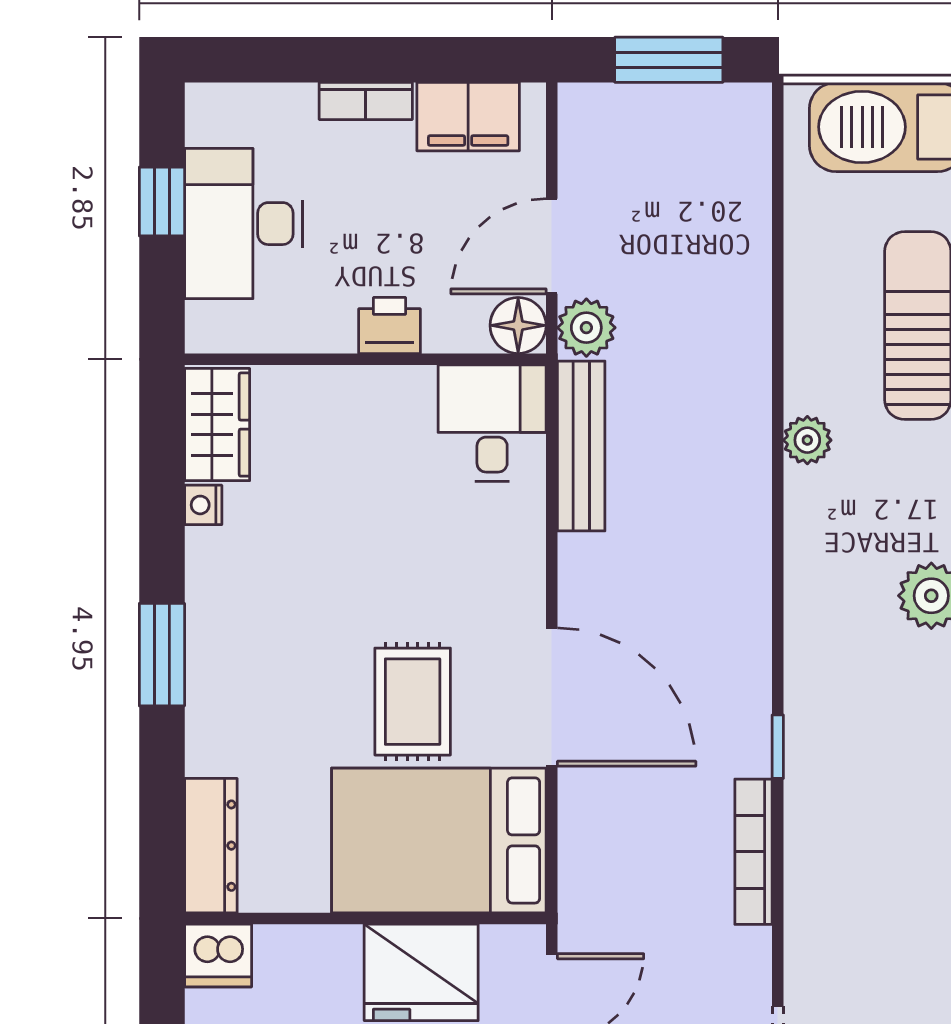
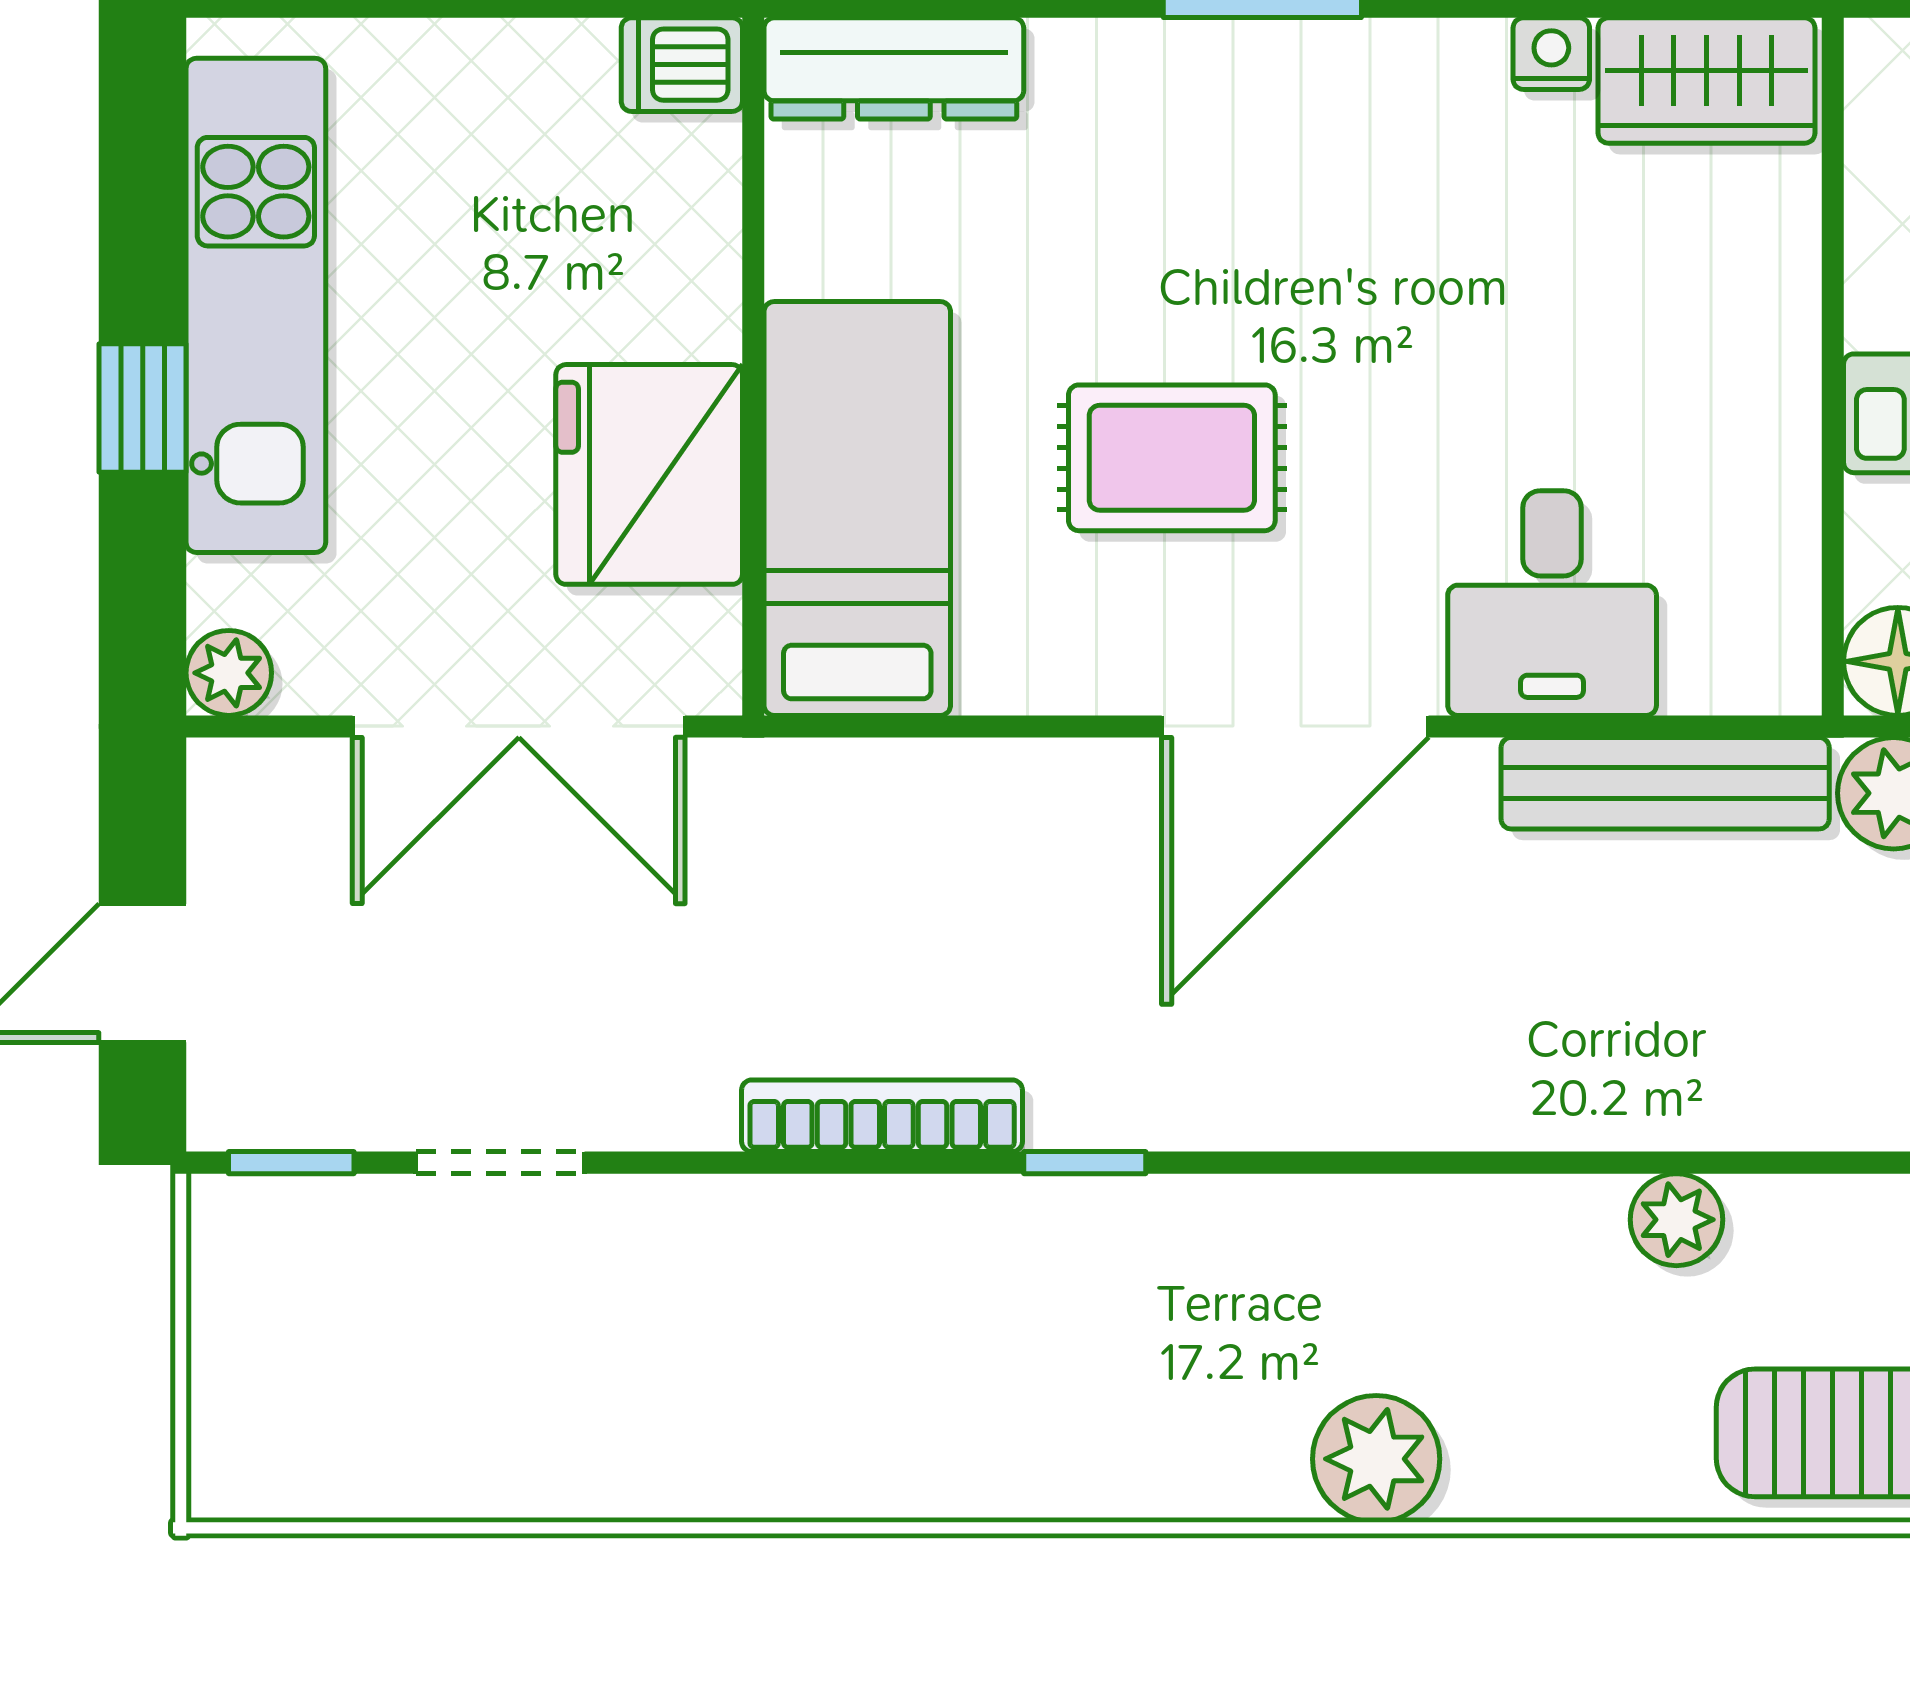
desk: (492, 423) -> (1552, 603), moved, turned 90
door: (552, 697) -> (1295, 726), moved
bed: (439, 840) -> (857, 508), width x0.67
dishwasher: (218, 956) -> (682, 65), width x0.73

